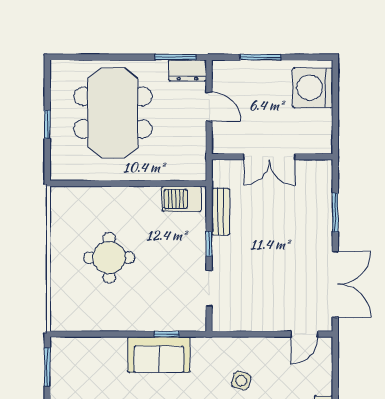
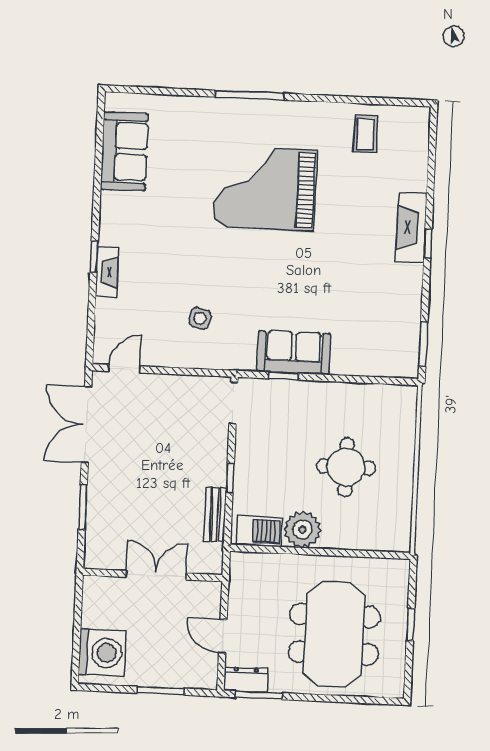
plant: (144, 202) -> (302, 530), added
doorway: (209, 288) -> (233, 403), moved

